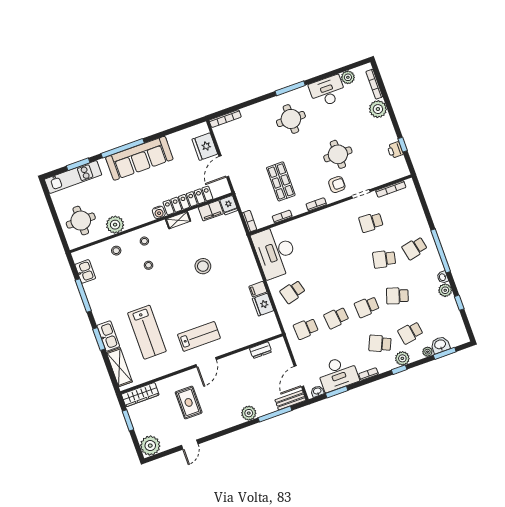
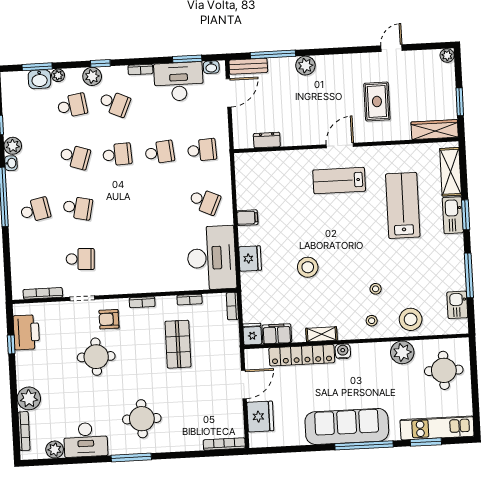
printer: (395, 150) -> (26, 332), width x1.87, depth x1.48
stool: (116, 251) -> (411, 319), width x1.89, depth x1.89
school desk: (293, 292) -> (205, 201), turned 39
fridge: (263, 305) -> (250, 259), moved
plant: (150, 446) -> (447, 55), width x0.53, depth x0.53

